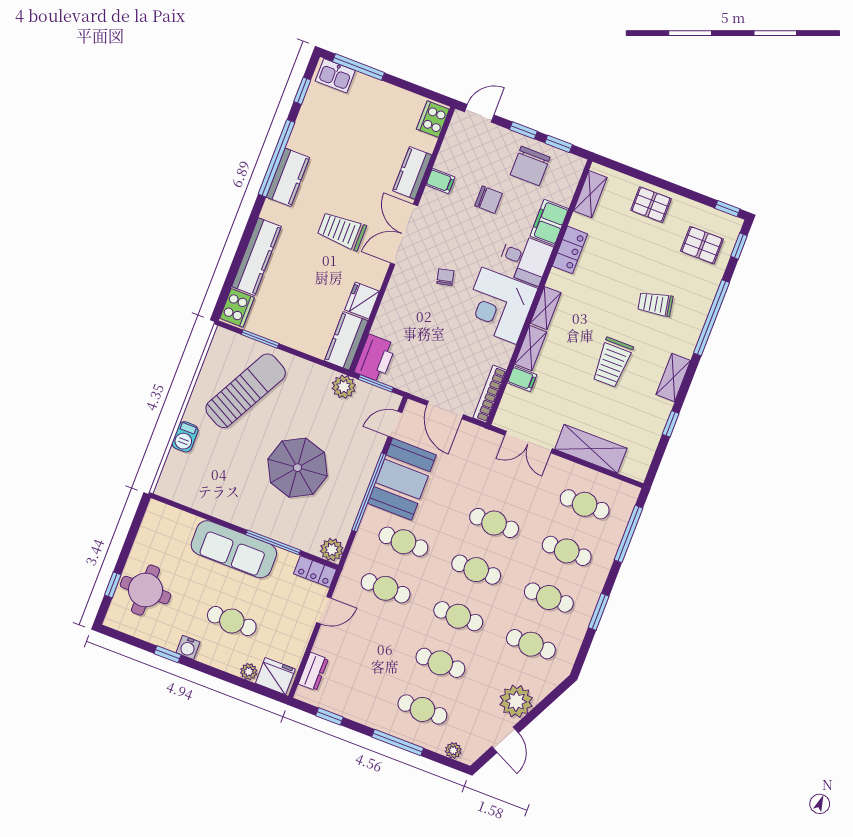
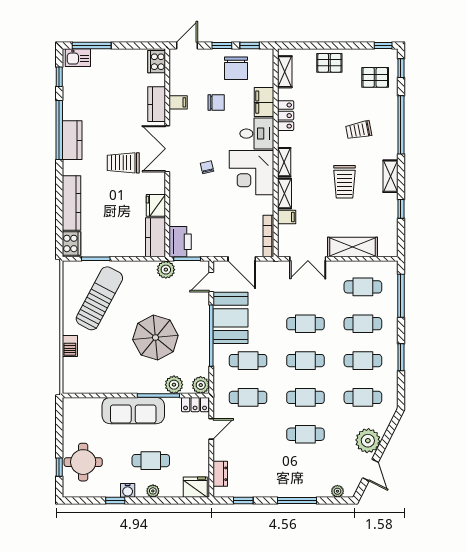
plant: (298, 536) -> (174, 385), added
plant: (249, 672) -> (153, 491), moved
cafe table: (422, 709) -> (305, 471), removed

